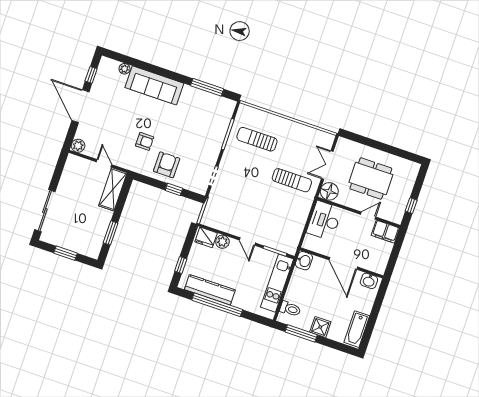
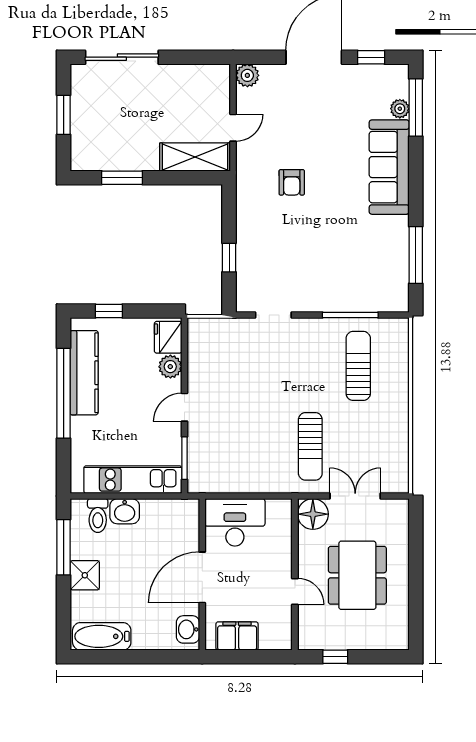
window: (127, 60) -> (416, 108), added
armchair: (167, 165) -> (266, 232), removed
desk: (324, 221) -> (235, 522), moved
filing cabinet: (385, 232) -> (237, 636), moved, turned 90
washbasin: (304, 261) -> (125, 511), moved

